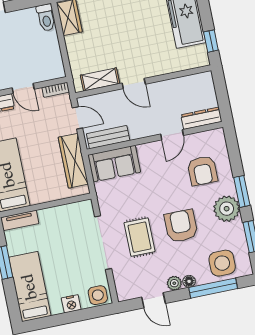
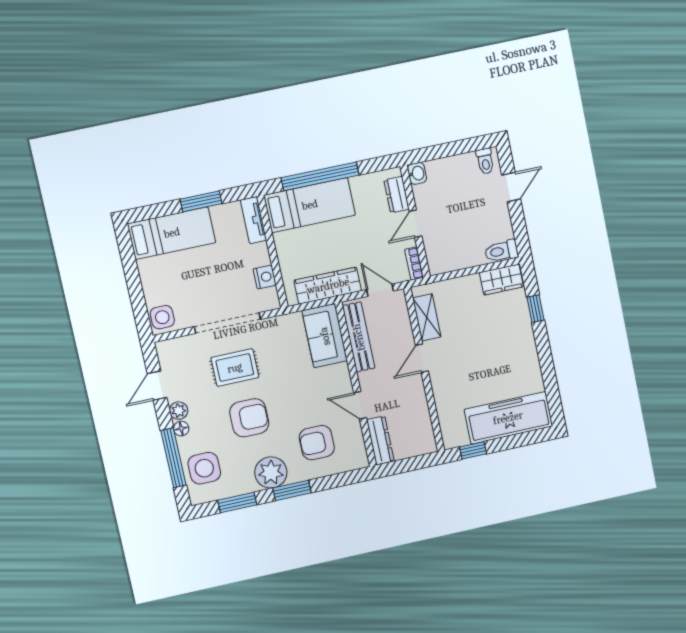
door: (77, 118) -> (380, 290), swing flipped
bench: (108, 137) -> (359, 337), width x1.36
nightstand: (71, 304) -> (265, 277), moved, turned 180

